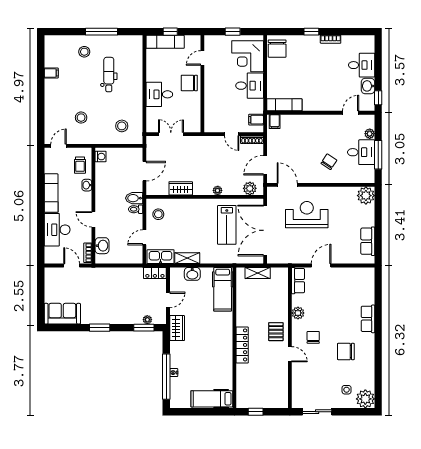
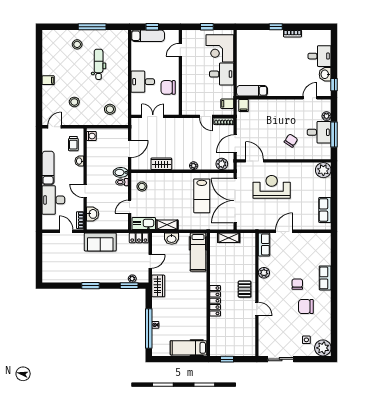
chair: (277, 49) -> (246, 42), removed
filing cabinet: (51, 73) -> (48, 80), moved
chair: (189, 83) -> (168, 87), moved
sofa: (62, 314) -> (100, 242), moved, turned 180
chair: (313, 337) -> (297, 284), moved

